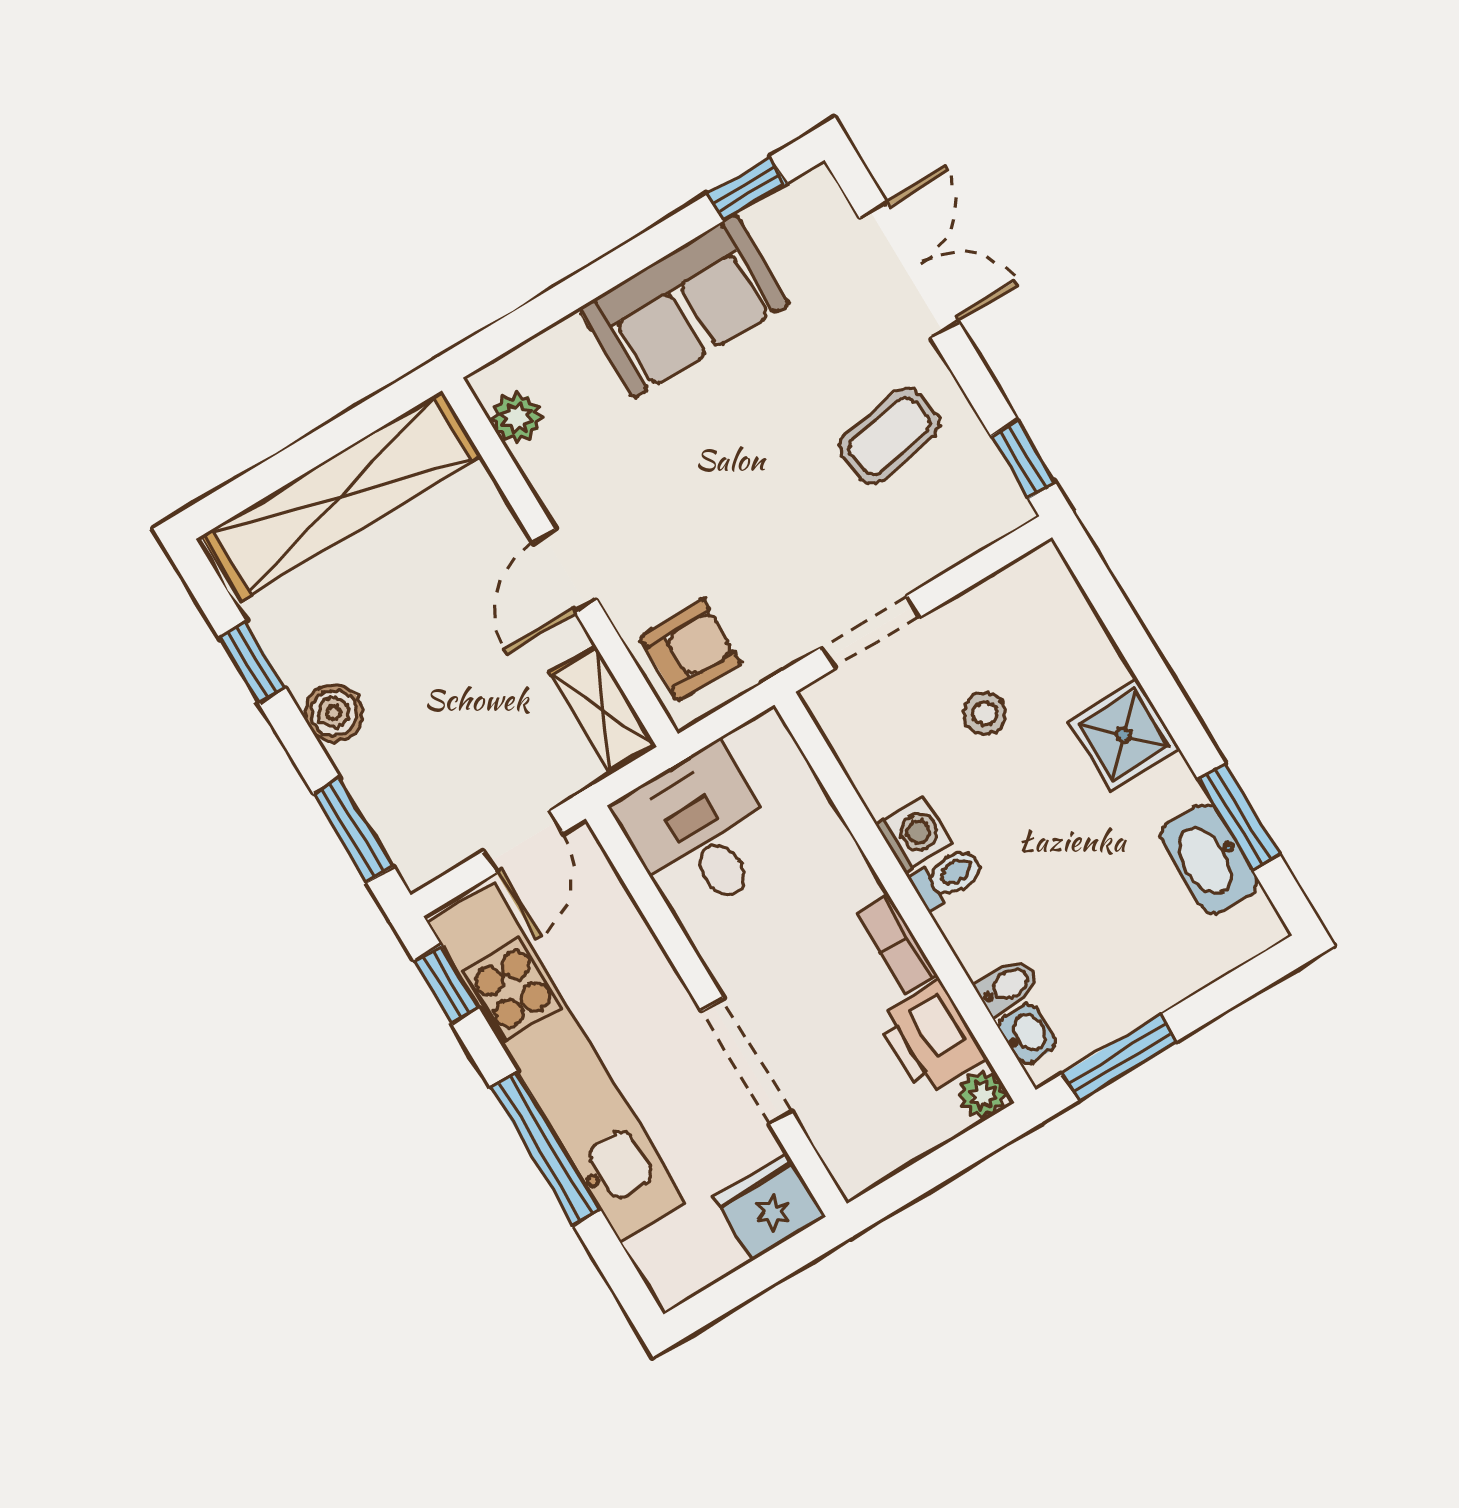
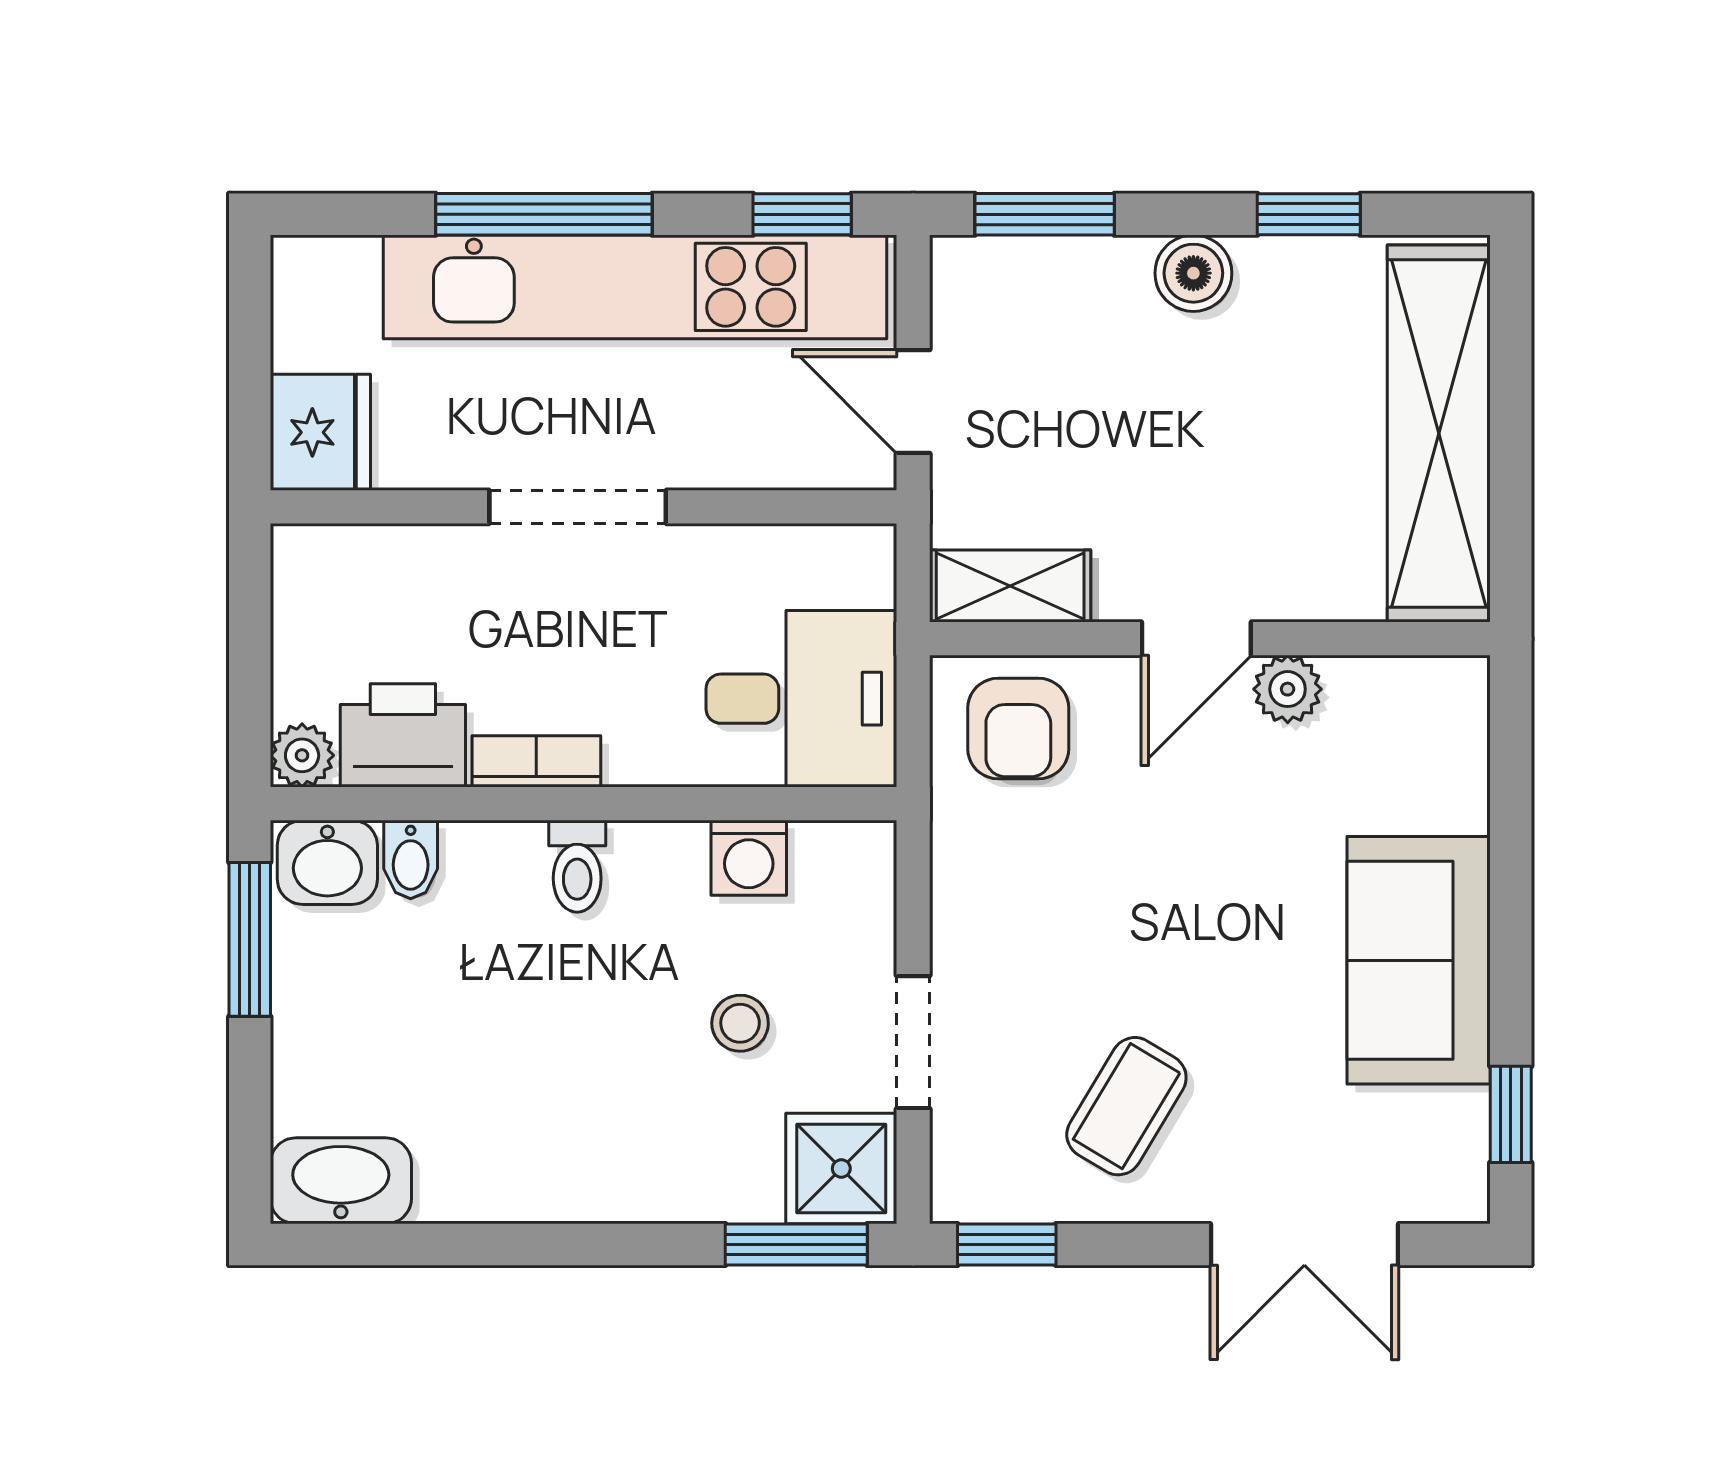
plant: (516, 418) -> (1288, 689), moved
coffee table: (889, 436) -> (1126, 1106), turned 40
door: (565, 571) -> (1196, 639), swing flipped
doorway: (870, 632) -> (913, 1042), moved
shower: (1124, 735) -> (841, 1169), moved
window: (1239, 817) -> (796, 1245), moved
desk: (699, 832) -> (801, 699), moved
washing machine: (914, 834) -> (749, 858), moved
washbasin: (1209, 859) -> (341, 1181), moved
washbasin: (1027, 1034) -> (327, 862), width x1.38, depth x1.45
doorway: (747, 1061) -> (578, 507), moved

